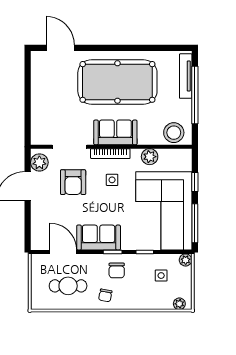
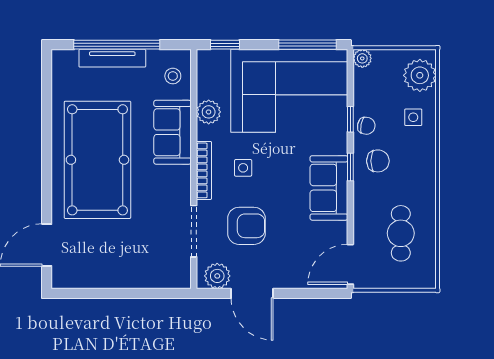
tv unit: (186, 76) -> (112, 58), moved
sofa: (115, 132) -> (172, 132), moved
stool: (174, 133) -> (173, 76), width x0.53, depth x0.53
window: (195, 182) -> (225, 45), moved
door: (63, 252) -> (350, 264), moved
side table: (161, 276) -> (413, 117), moved
chair: (105, 295) -> (366, 126), moved
plant: (179, 304) -> (420, 75), width x1.88, depth x1.88

